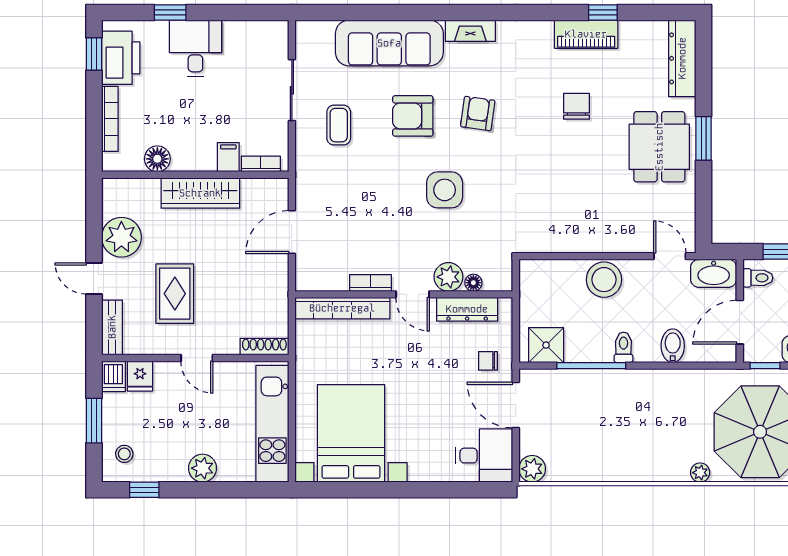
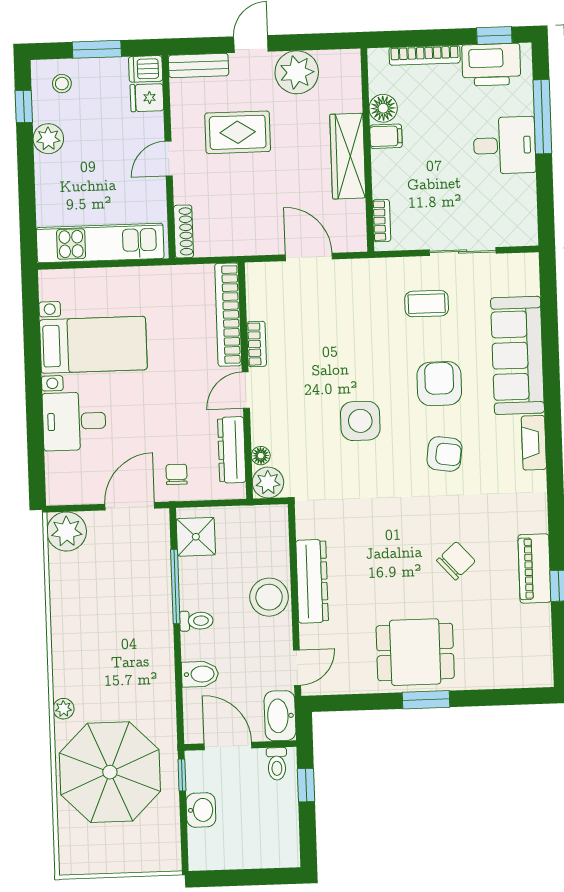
window: (170, 12) -> (542, 117), width x2.17
dresser: (682, 58) -> (312, 581), moved, turned 90
chair: (577, 106) -> (456, 561), turned -42
filing cabinet: (228, 157) -> (386, 136), moved
plant: (448, 277) -> (268, 482), moved
bed with nightstands: (351, 433) -> (93, 345), width x0.73
desk: (484, 456) -> (74, 421), moved, turned 90
plant: (202, 468) -> (48, 139), moved
plant: (532, 469) -> (67, 531), width x1.36, depth x1.36

